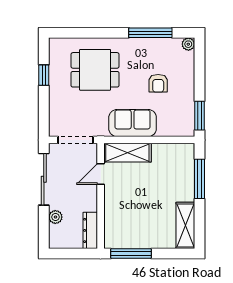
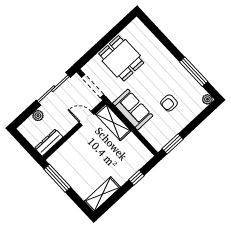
dining table: (95, 70) -> (121, 58), moved
window: (44, 75) -> (113, 33), removed
window: (200, 179) -> (136, 178), width x0.46

